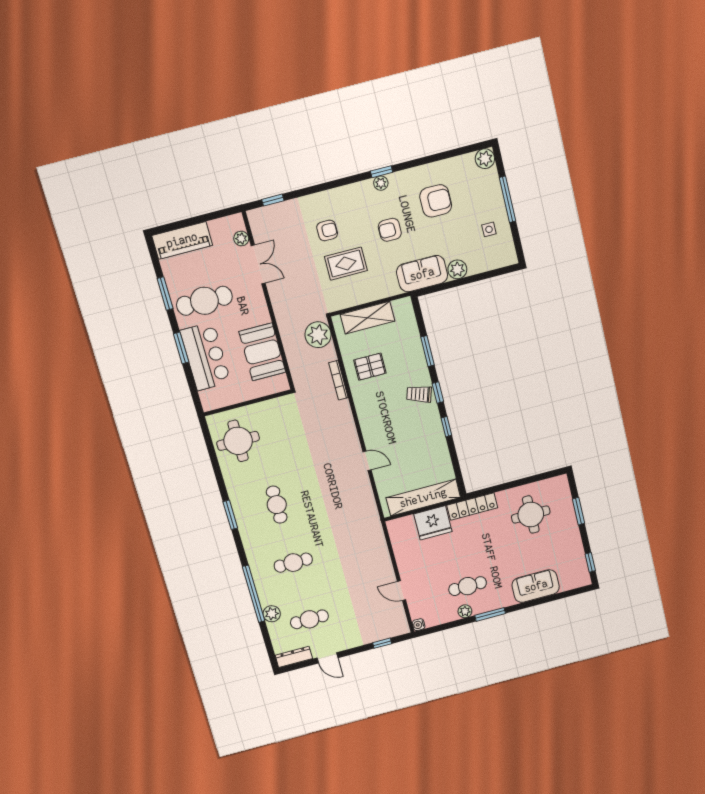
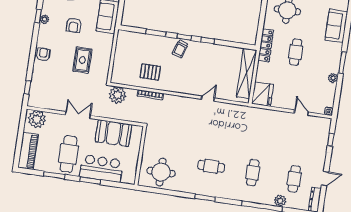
armchair: (327, 230) -> (43, 55), moved
plant: (241, 239) -> (37, 119), width x1.88, depth x1.88
double door: (258, 264) -> (78, 115), moved
shelving: (367, 318) -> (120, 61), removed
pallet: (370, 367) -> (150, 72), turned 90
fridge: (433, 523) -> (263, 94), moved
cafe table: (468, 586) -> (296, 52), moved
door: (402, 591) -> (301, 113), swing flipped

